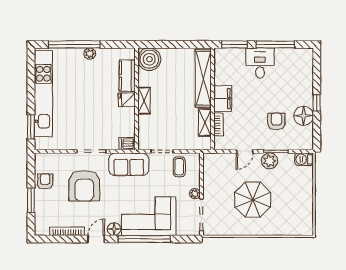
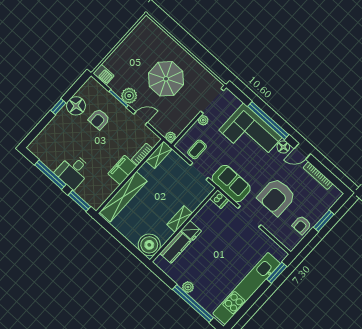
shelving: (205, 122) -> (159, 155), moved
plant: (208, 158) -> (171, 137), added
armchair: (84, 186) -> (277, 197), turned 180

